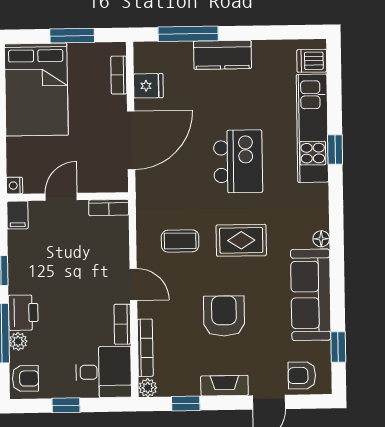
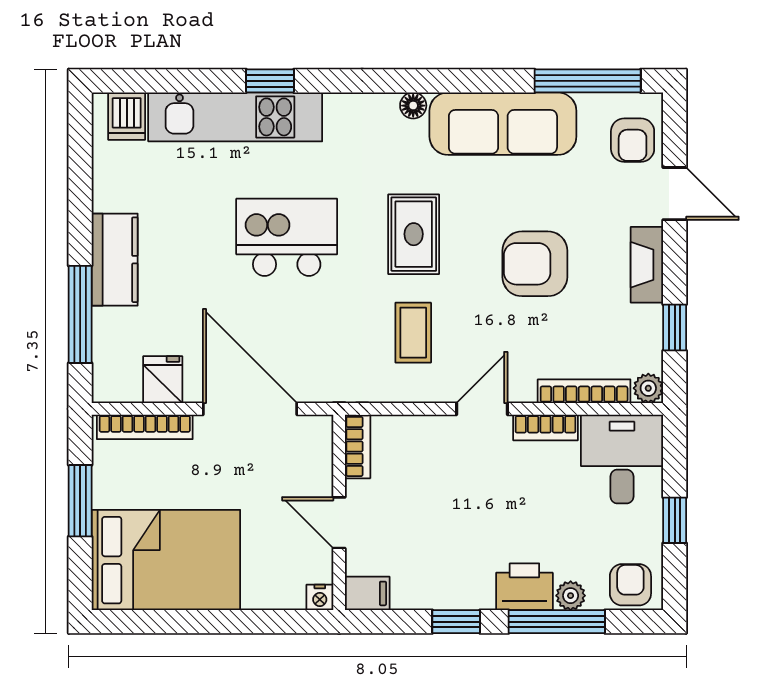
bookcase: (119, 75) -> (145, 427), width x1.56
window: (338, 347) -> (588, 81), width x2.17

